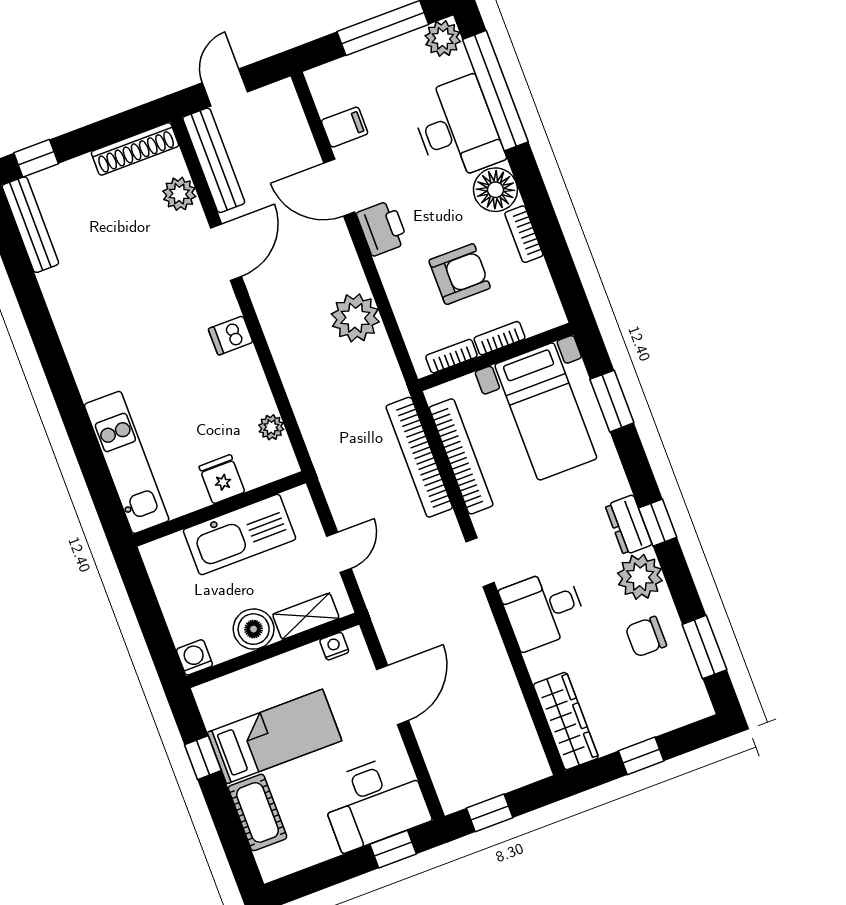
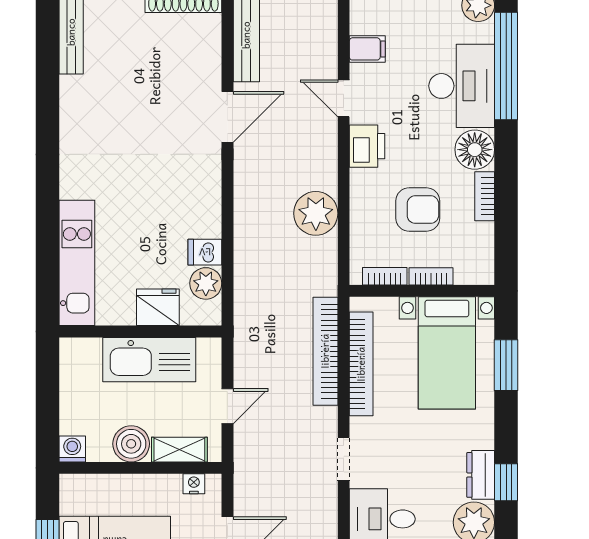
door: (339, 188) -> (344, 98), width x0.73
plant: (179, 194) -> (207, 53), removed
dishwasher: (231, 336) -> (205, 252), moved
plant: (271, 427) -> (206, 283), width x1.38, depth x1.38
fridge: (222, 479) -> (158, 307), width x1.38

